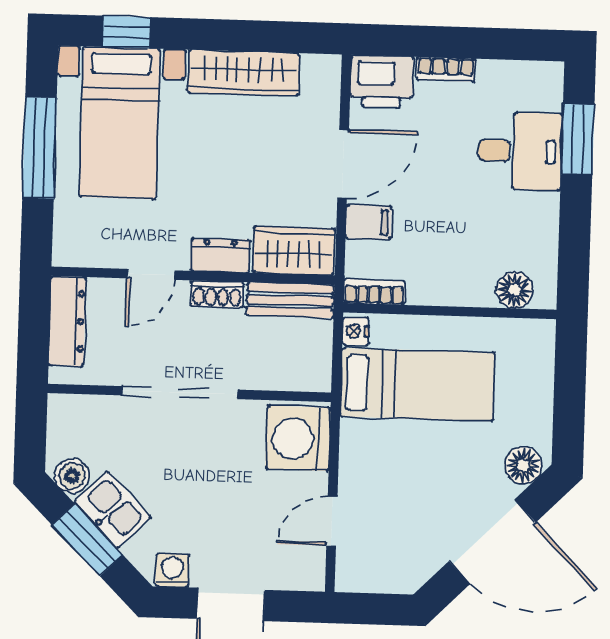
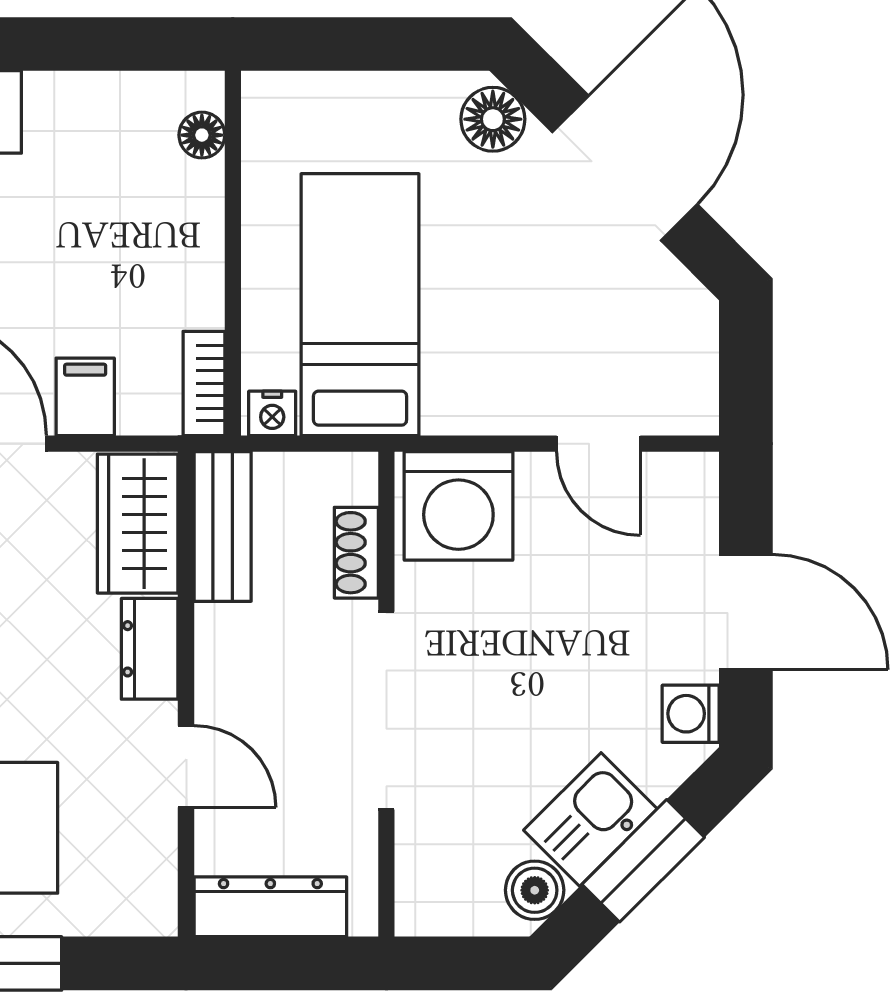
floor lamp: (515, 290) -> (202, 135), width x0.73, depth x0.73
shoe rack: (217, 294) -> (356, 553), moved, turned 180

